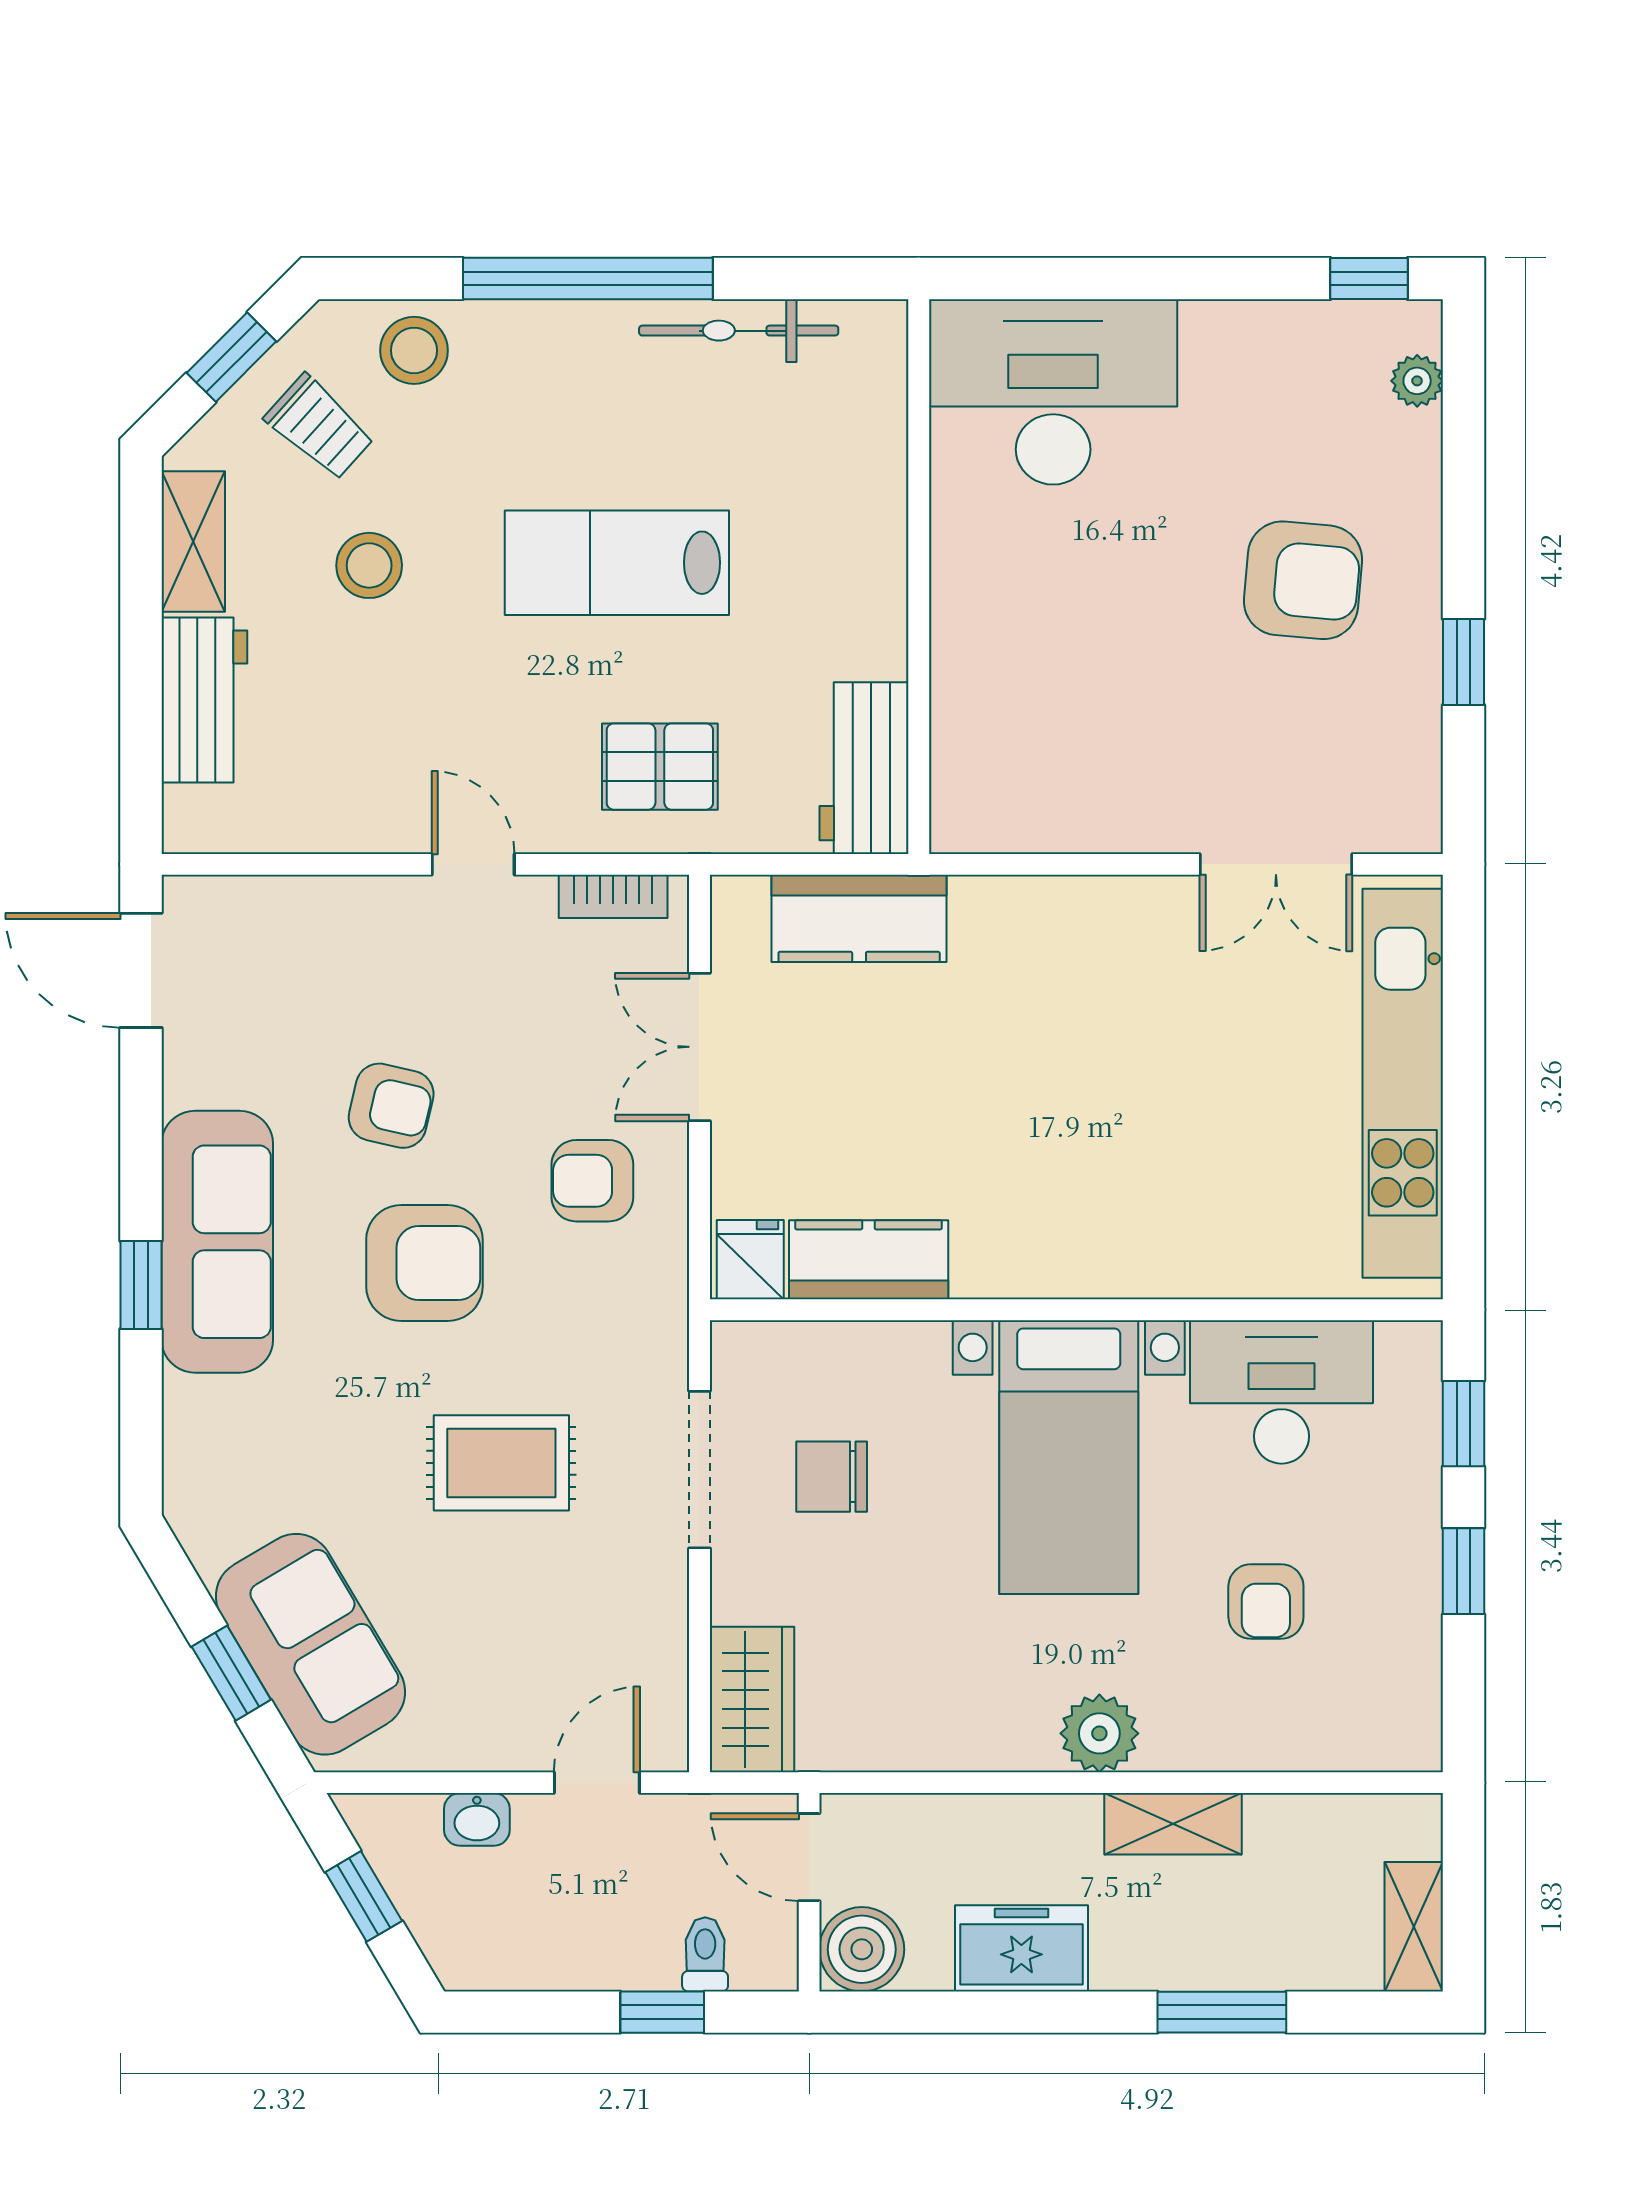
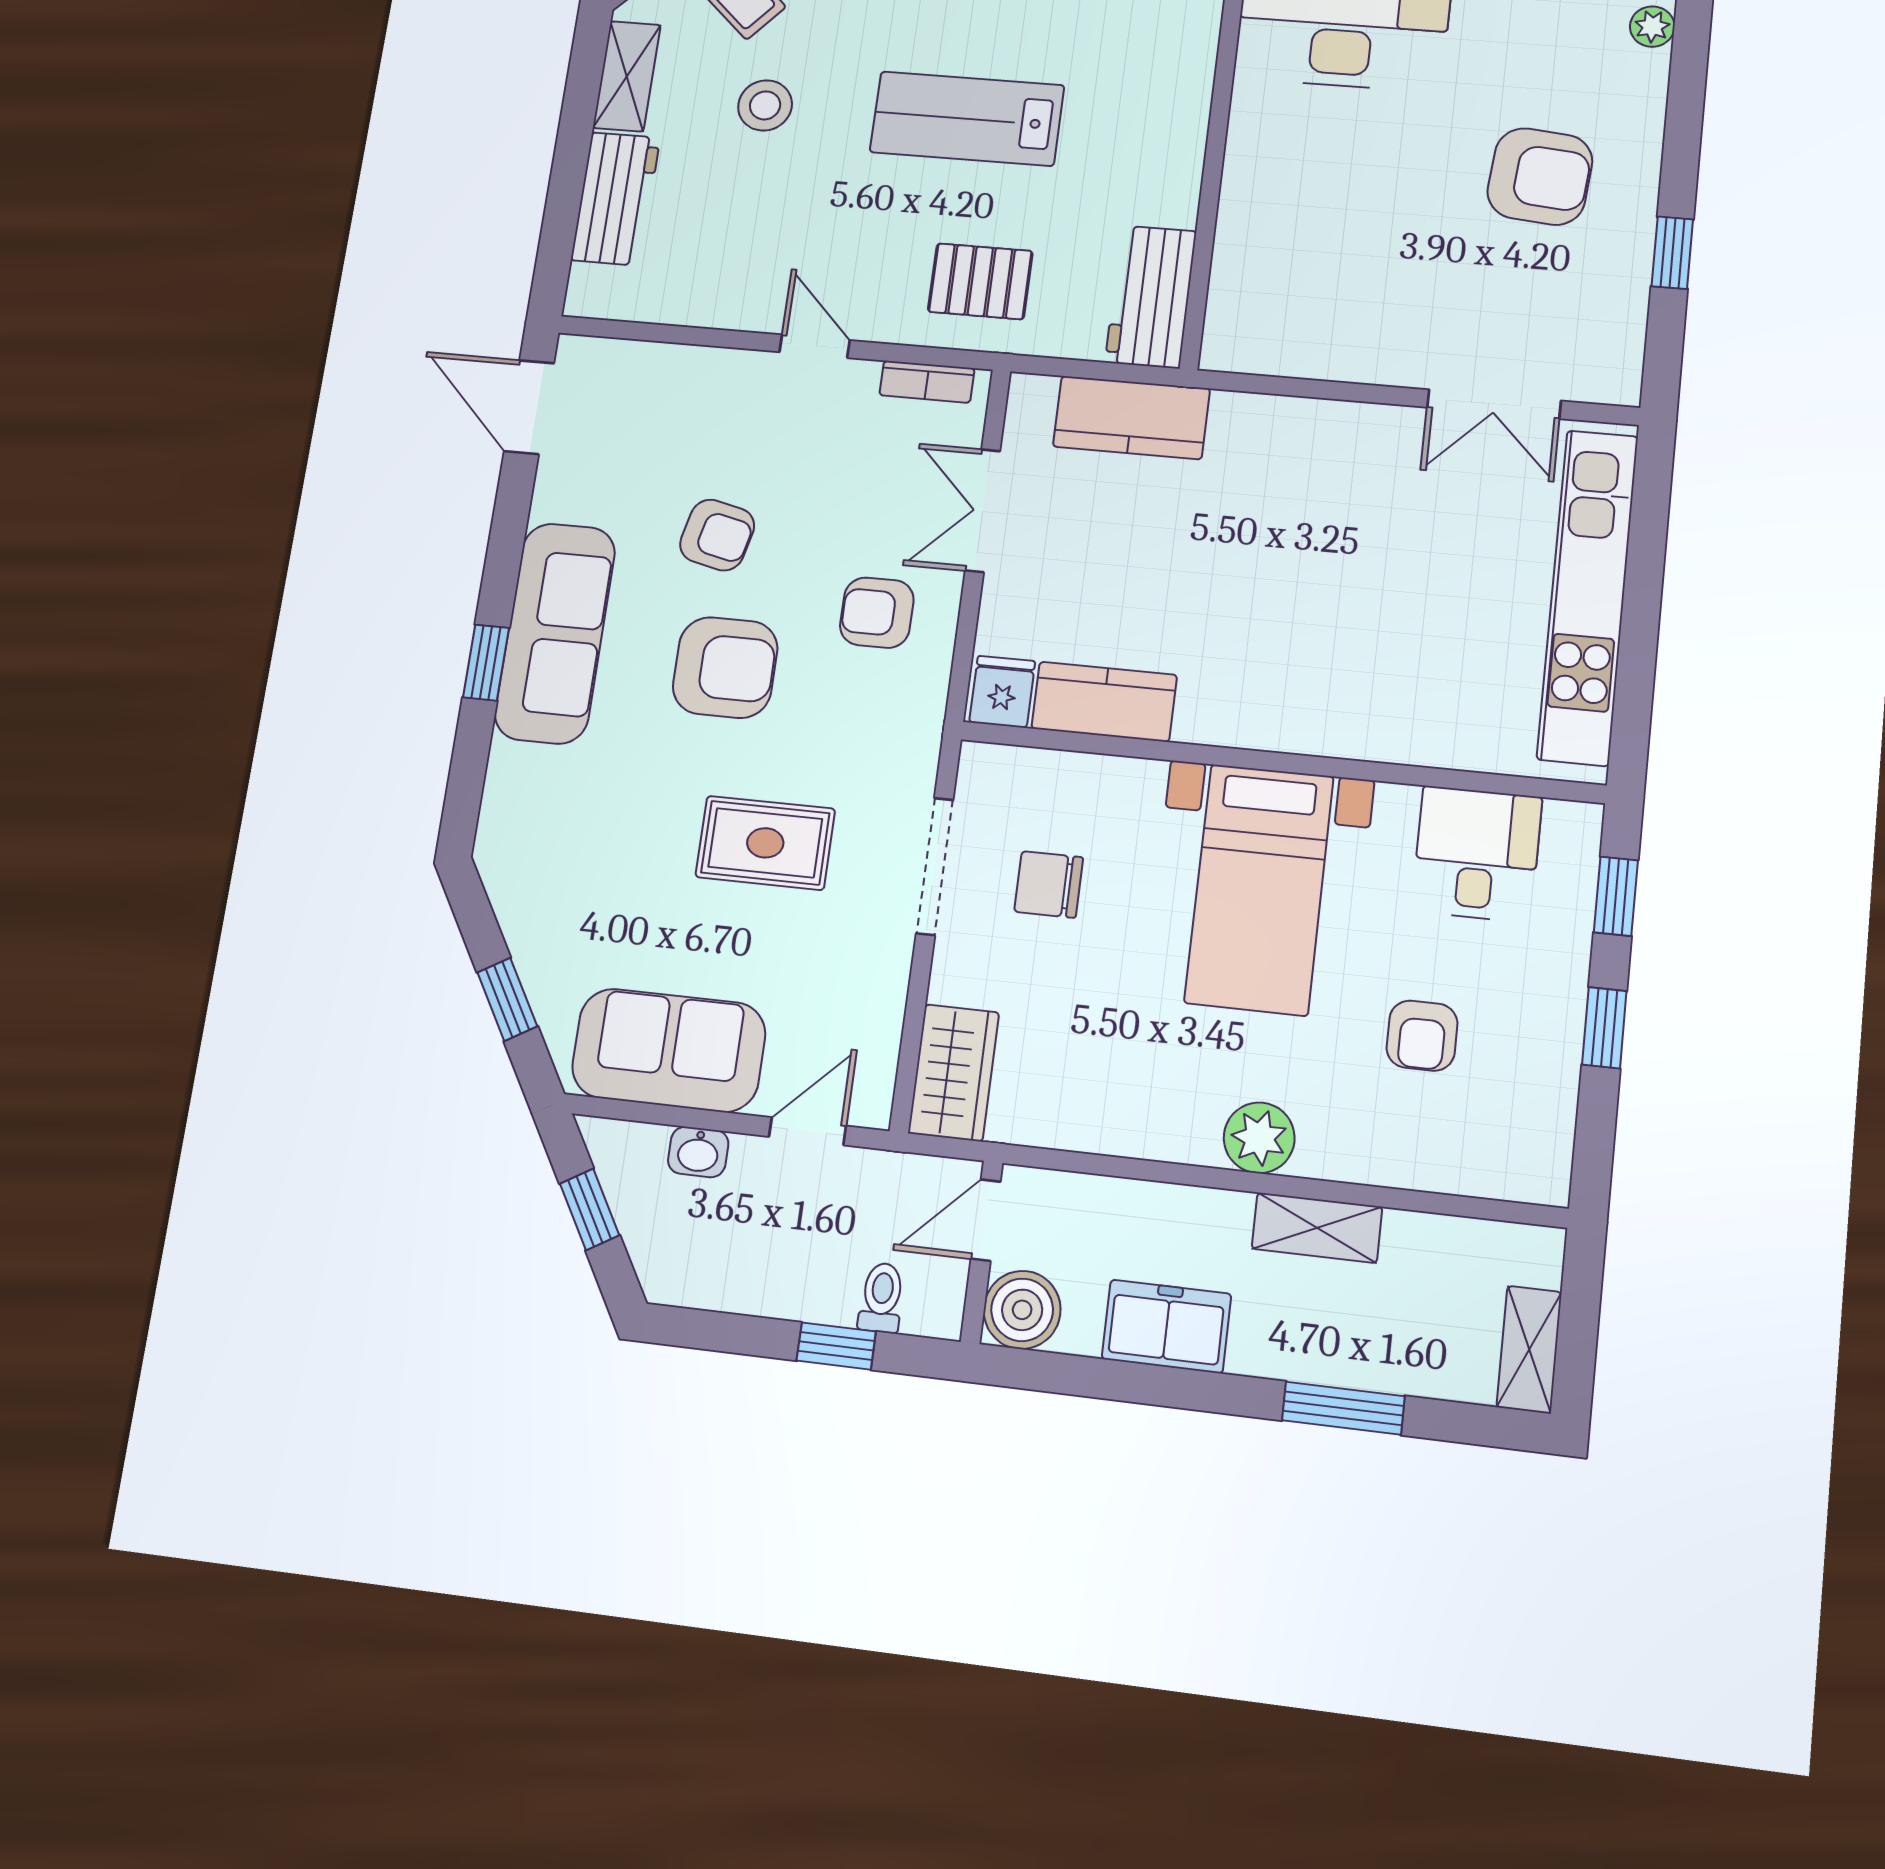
desk: (1282, 1392) -> (1477, 854), width x0.73
sofa: (310, 1644) -> (669, 1050), moved, turned -59
door: (809, 1857) -> (986, 1220), hinge flipped

